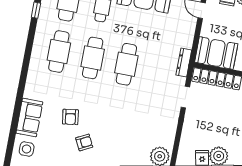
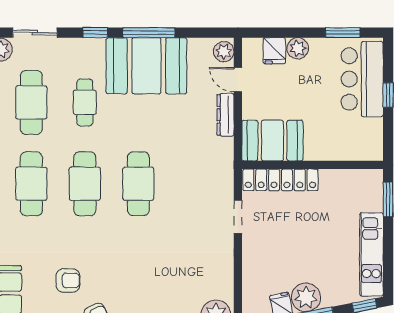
dresser: (184, 62) -> (226, 115), moved
armchair: (70, 117) -> (68, 280), turned -82

